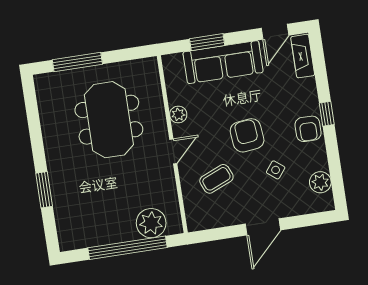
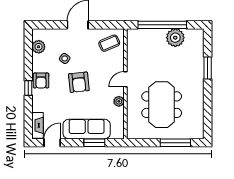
armchair: (308, 129) -> (41, 81), turned 180
coffee table: (216, 179) -> (109, 43), moved
plant: (151, 223) -> (175, 38), moved

